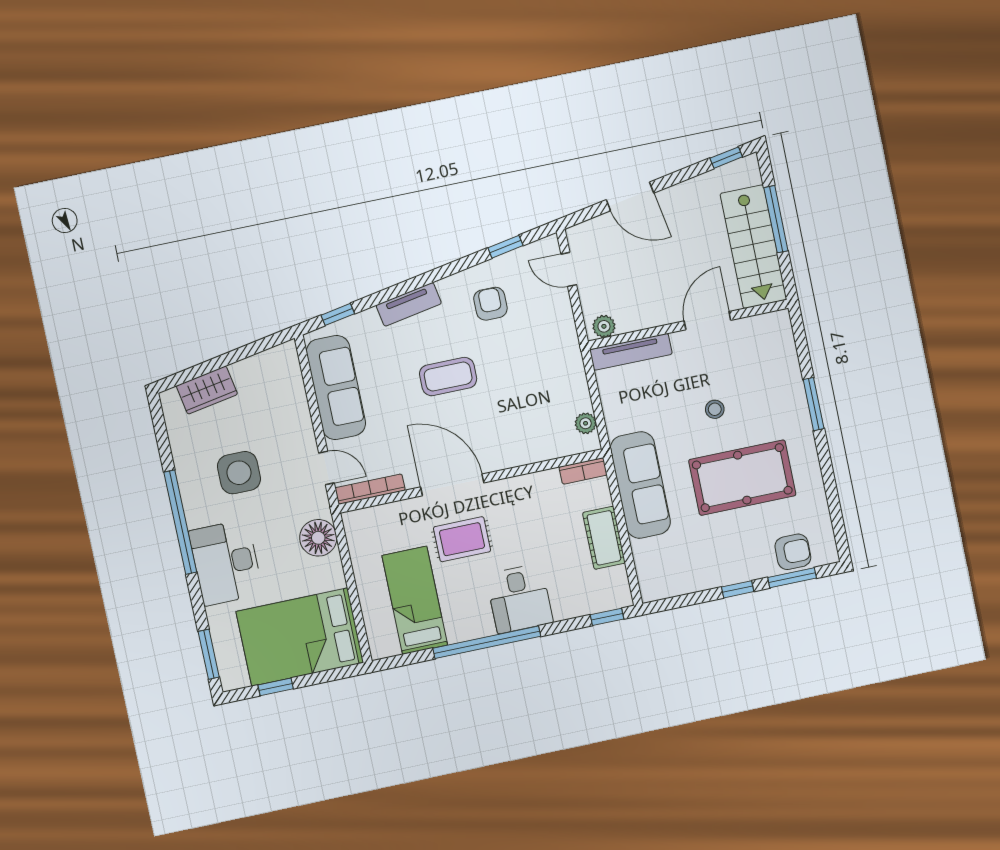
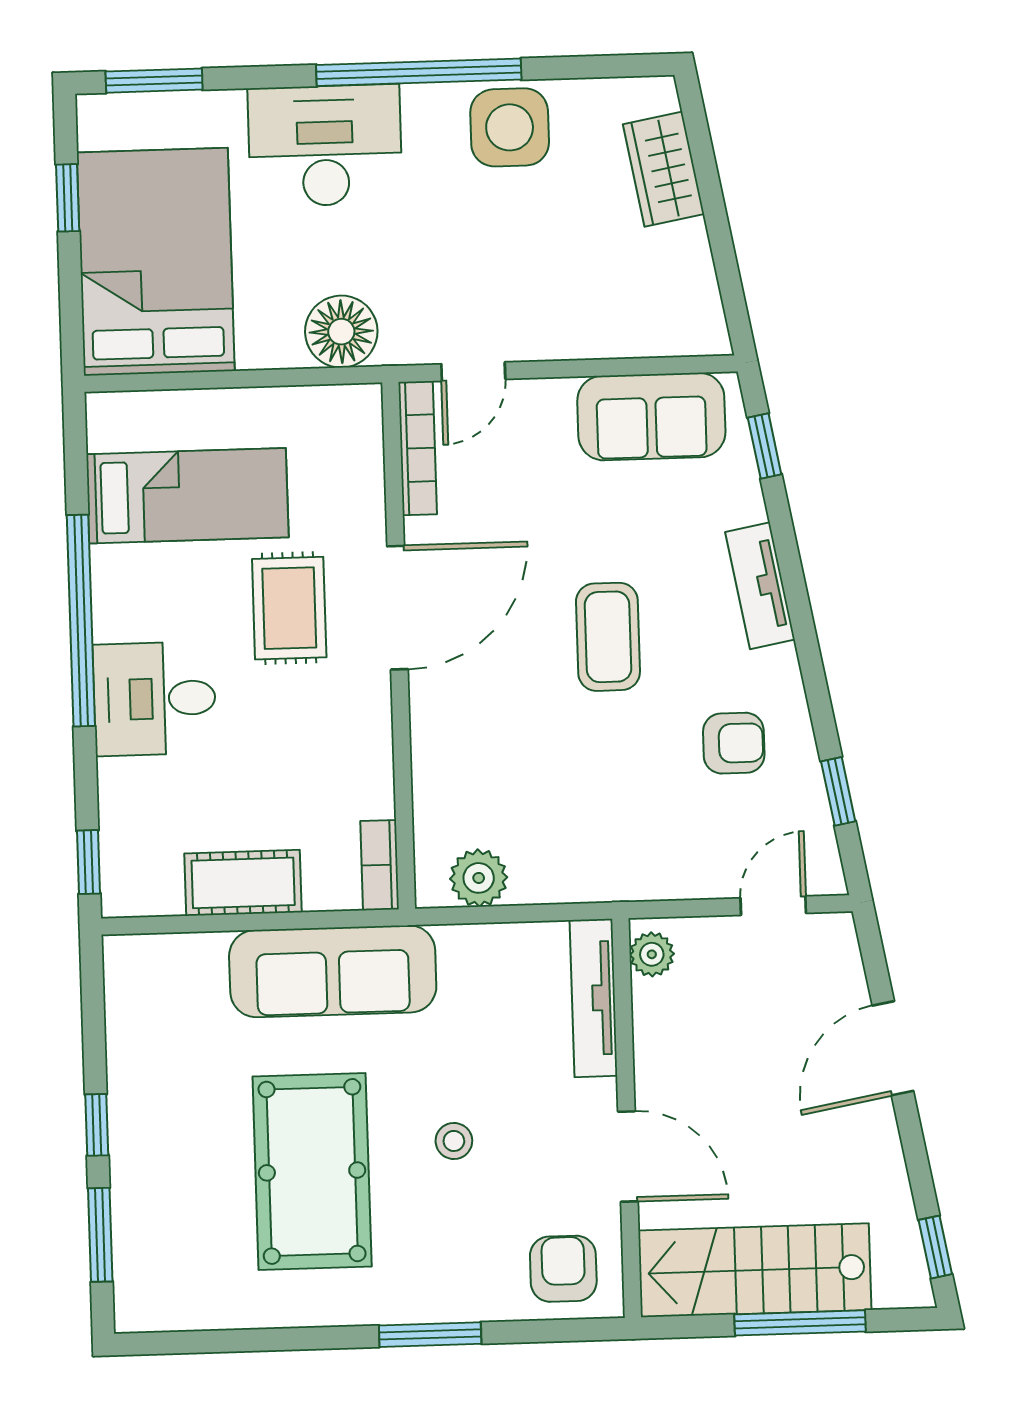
sofa: (336, 388) -> (651, 416), width x0.73
plant: (586, 423) -> (479, 878), width x1.38, depth x1.38
side table: (239, 473) -> (510, 127), moved
armchair: (793, 552) -> (563, 1269), moved, turned 180

